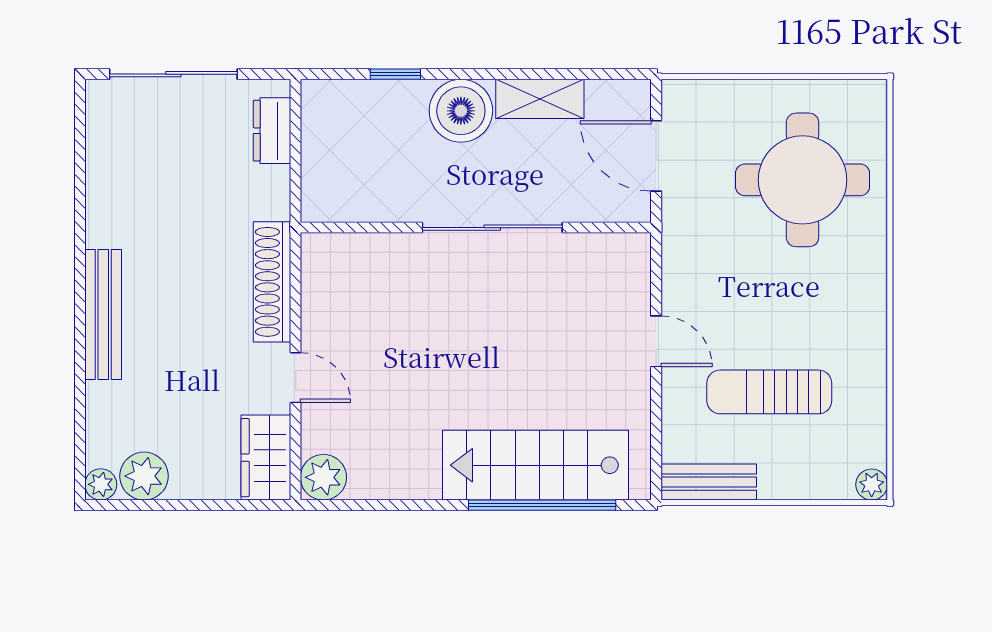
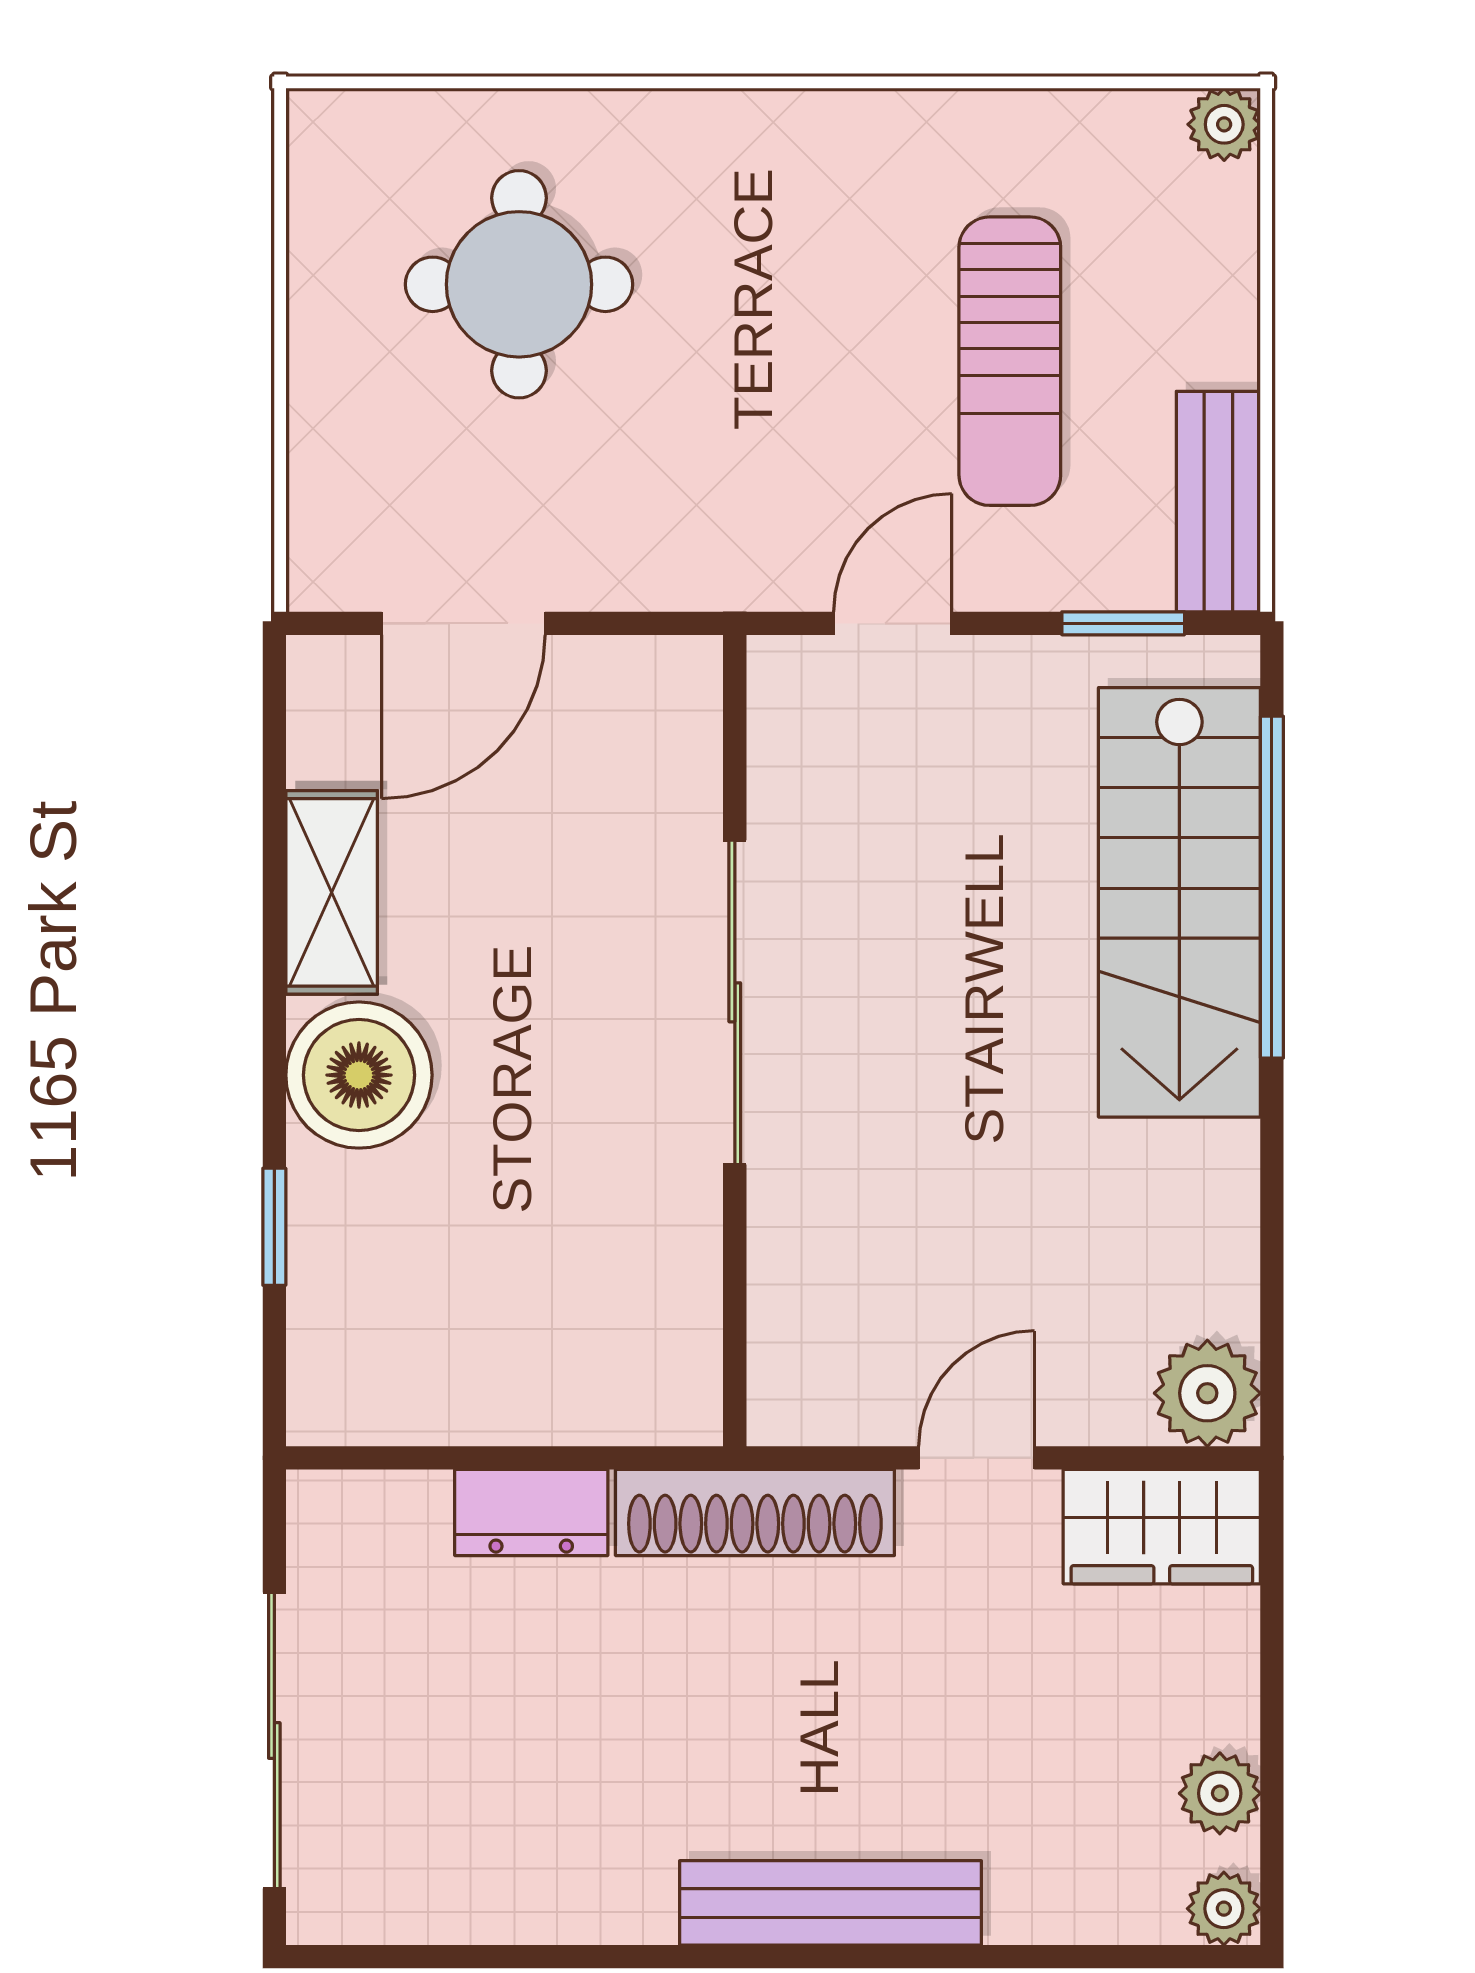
dresser: (272, 131) -> (531, 1512), moved
round table: (803, 180) -> (519, 284), width x0.73, depth x0.73
wall: (476, 228) -> (735, 1041), moved
sliding door: (492, 228) -> (735, 1002), moved
window: (656, 441) -> (1123, 623), added
plant: (144, 476) -> (1220, 1793), width x0.73, depth x0.73

